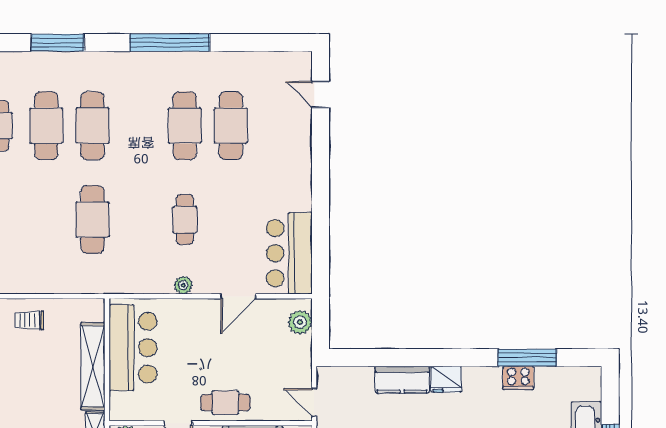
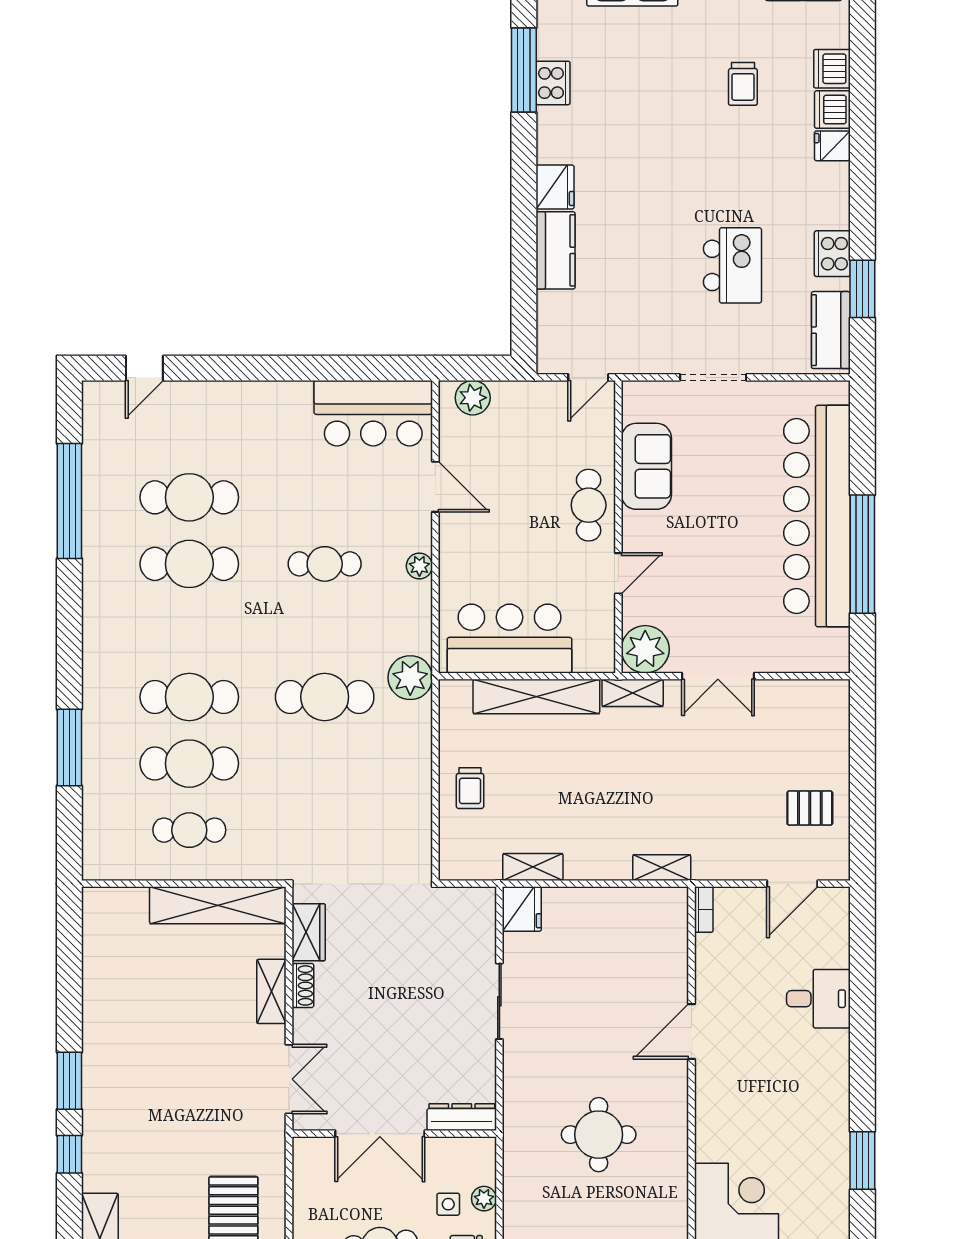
window: (170, 43) -> (69, 501), moved
plant: (106, 279) -> (410, 678), added

